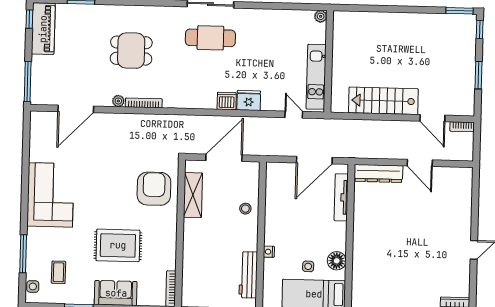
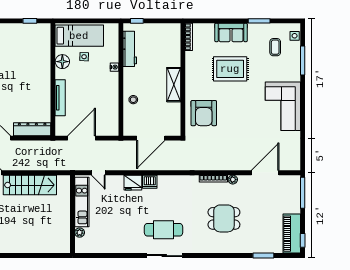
plant: (321, 16) -> (80, 233), moved
shelving: (193, 195) -> (174, 85), moved
tv unit: (341, 197) -> (60, 98), moved

